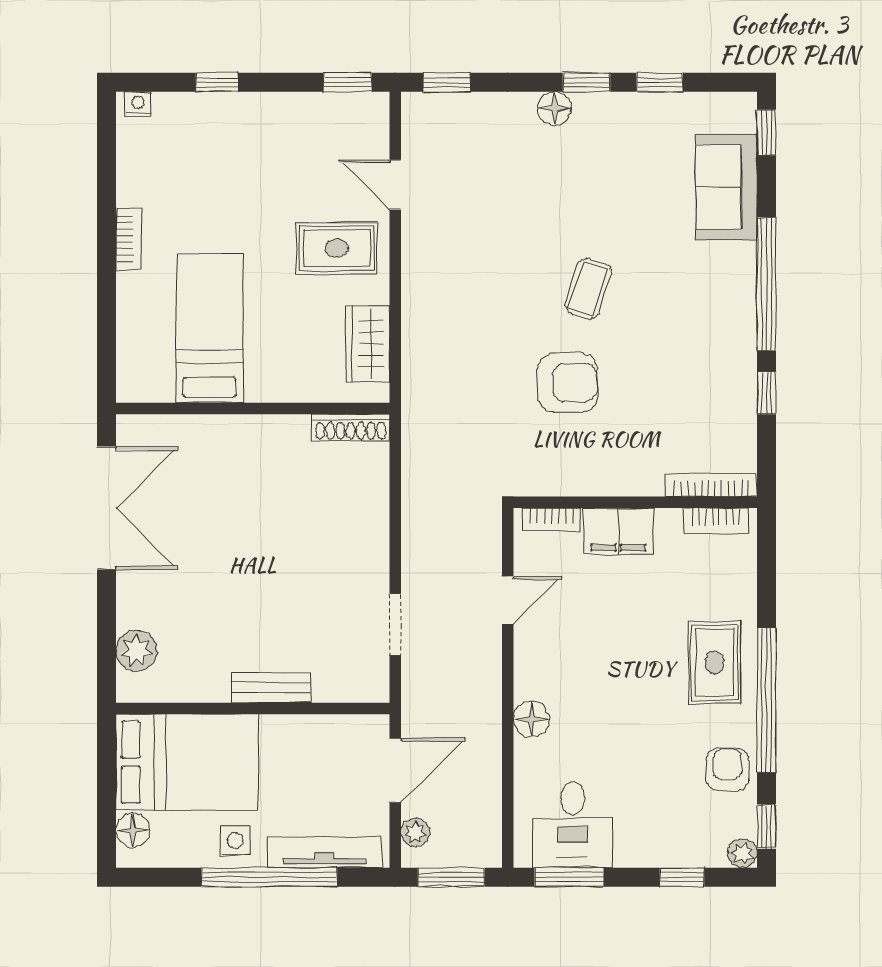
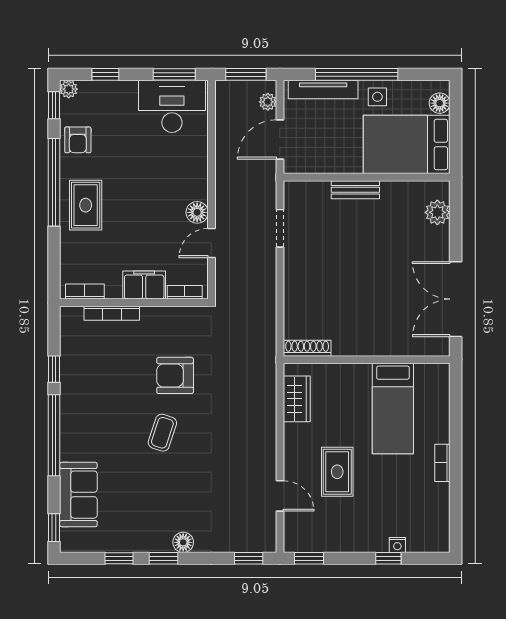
nightstand: (138, 104) -> (397, 545), moved
rug: (337, 248) -> (337, 472), moved, turned 90
bookcase: (712, 485) -> (112, 313), moved
floor lamp: (531, 719) -> (197, 212), moved
desk: (573, 825) -> (172, 106), width x1.37

